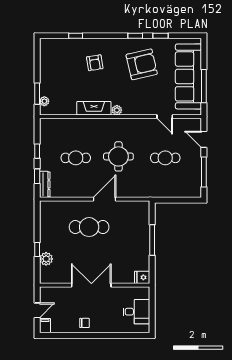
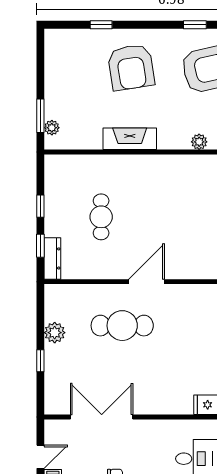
armchair: (95, 63) -> (131, 67), width x1.88, depth x1.88
plant: (117, 110) -> (199, 142), moved
round table: (118, 156) -> (168, 215), removed
cafe table: (76, 158) -> (101, 217), turned 90
plant: (46, 259) -> (55, 333), moved
double door: (91, 285) -> (102, 417), moved

